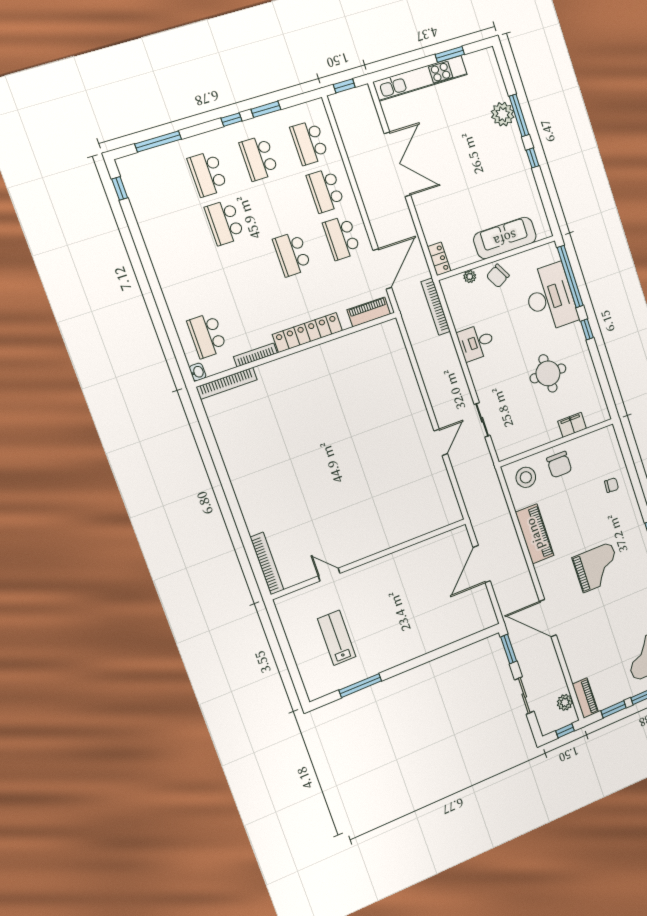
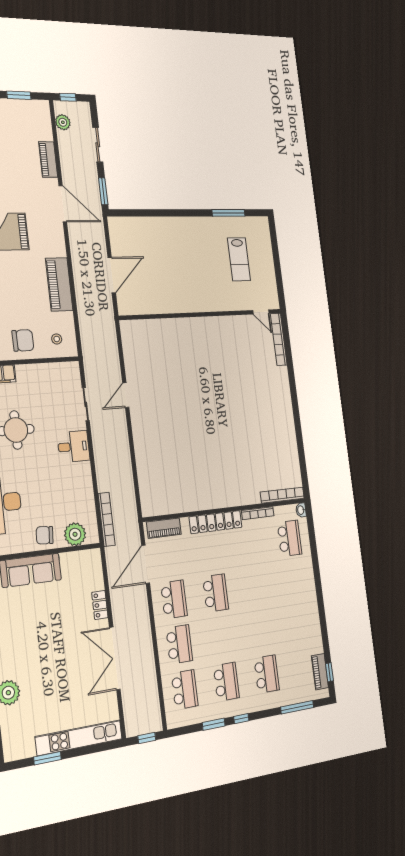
piano: (134, 187) -> (320, 672), added
school desk: (225, 222) -> (261, 630), removed
locker: (439, 259) -> (100, 605), moved
chair: (498, 276) -> (45, 535), turned -146
plant: (470, 277) -> (75, 534), width x1.87, depth x1.87
desk: (476, 342) -> (74, 447), moved
chair: (559, 465) -> (23, 340), turned 90
stool: (526, 477) -> (57, 339), width x0.53, depth x0.53
door: (329, 575) -> (261, 312), moved
piano: (585, 698) -> (48, 160), moved

